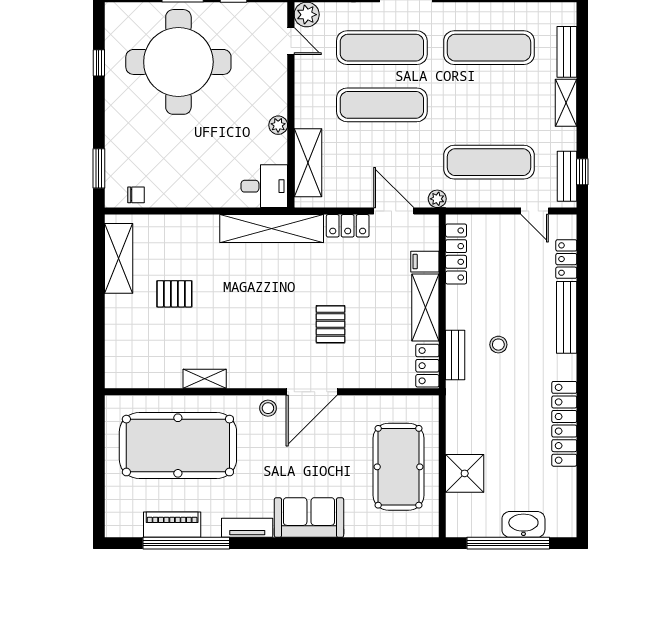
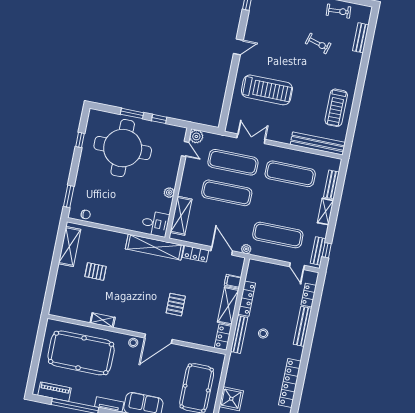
locker: (456, 254) -> (247, 299), moved
bench: (455, 355) -> (239, 334), width x1.36
piano: (172, 525) -> (55, 392), moved

